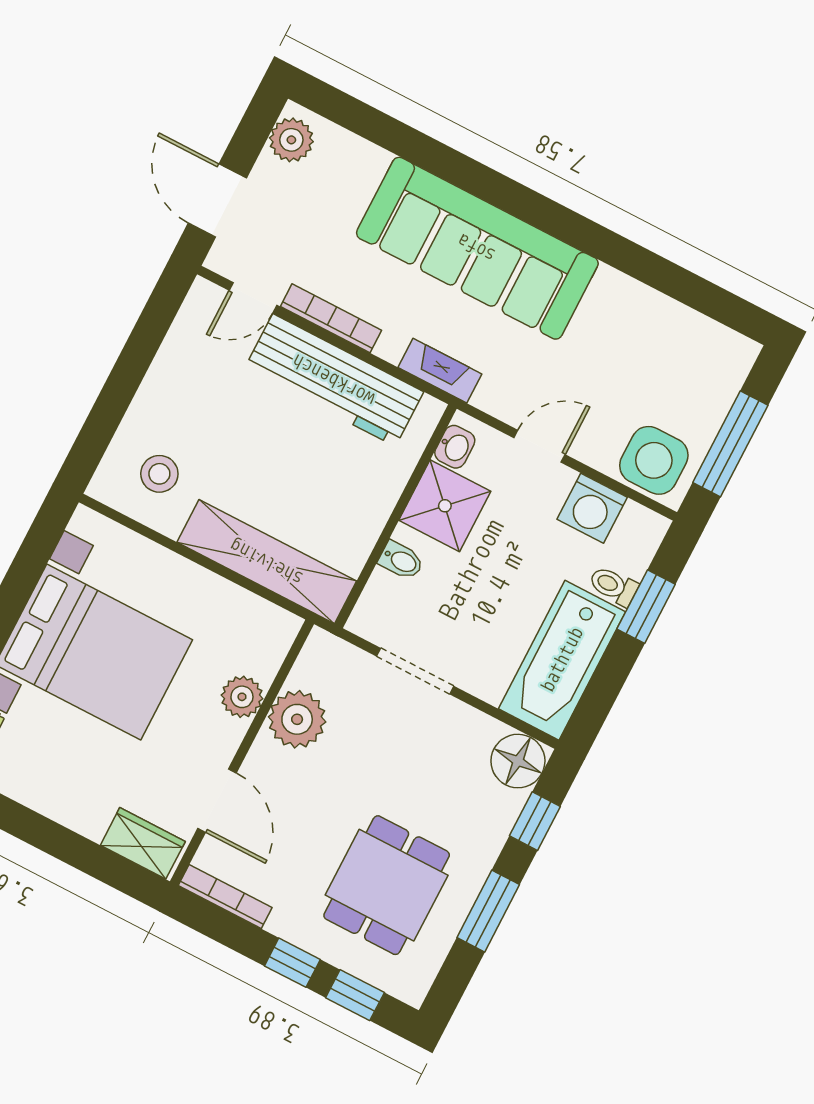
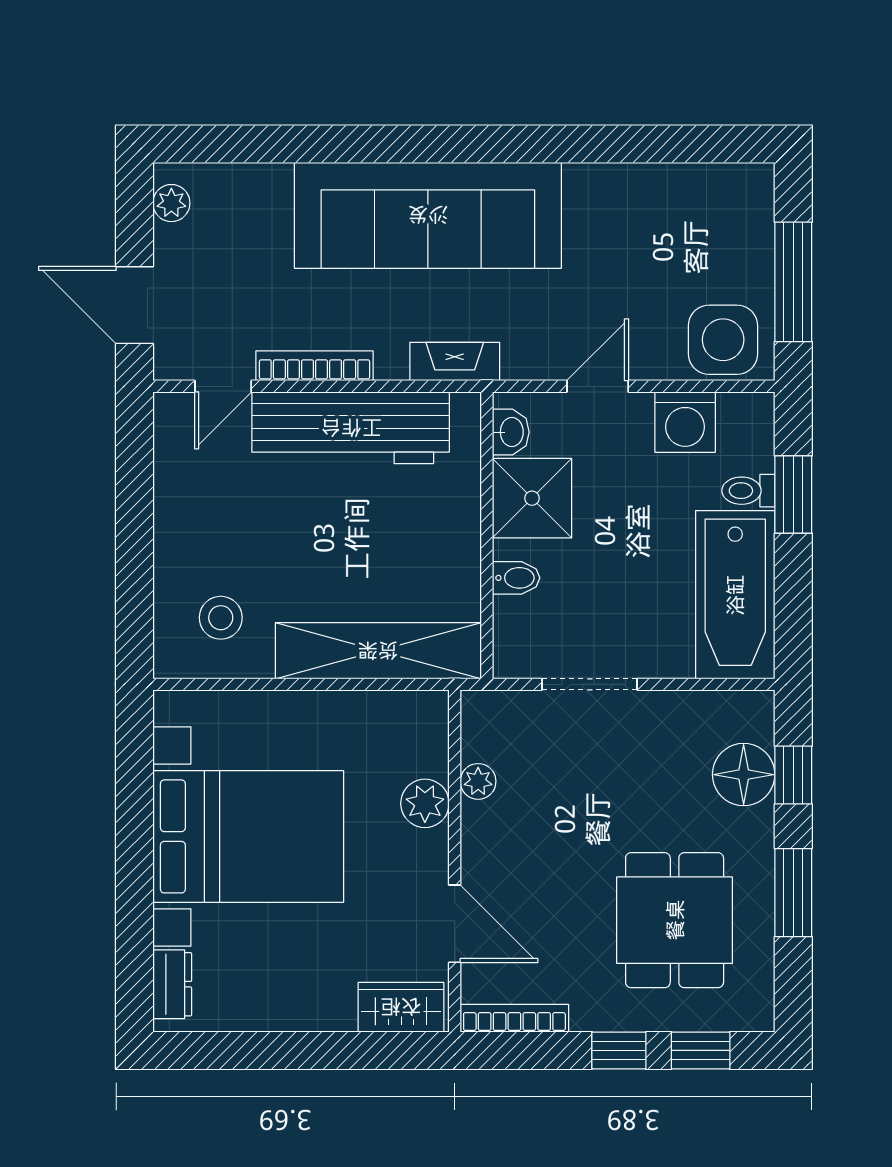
plant: (291, 140) -> (171, 203), width x0.73, depth x0.73
plant: (297, 719) -> (478, 781), width x0.53, depth x0.53
floor lamp: (518, 761) -> (744, 775), moved

